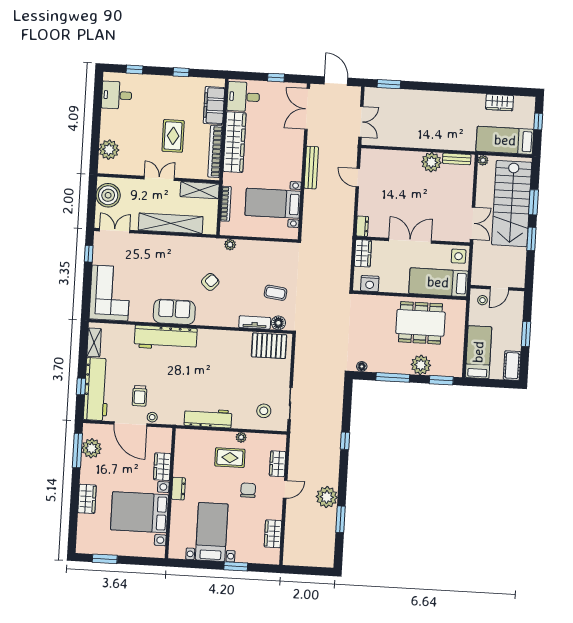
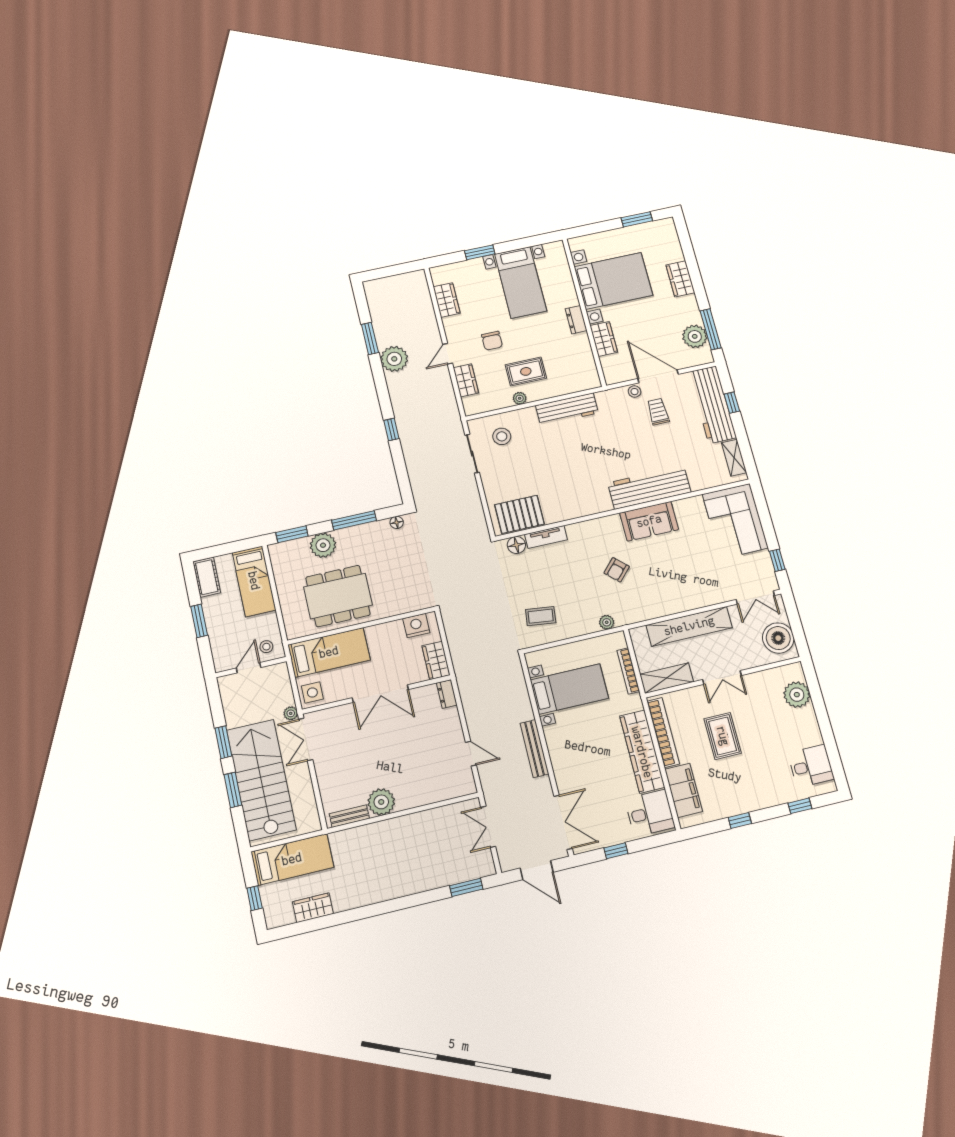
plant: (483, 160) -> (291, 713), moved
coffee table: (275, 293) -> (541, 616), moved

